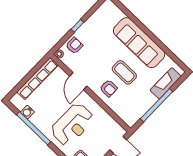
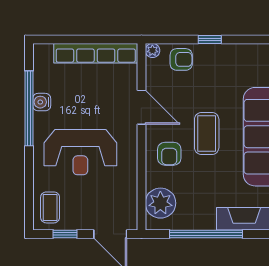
coffee table: (124, 72) -> (207, 133), moved
door: (78, 81) -> (141, 107), swing flipped
water cooler: (27, 112) -> (42, 102), moved
plant: (126, 112) -> (160, 203), added

